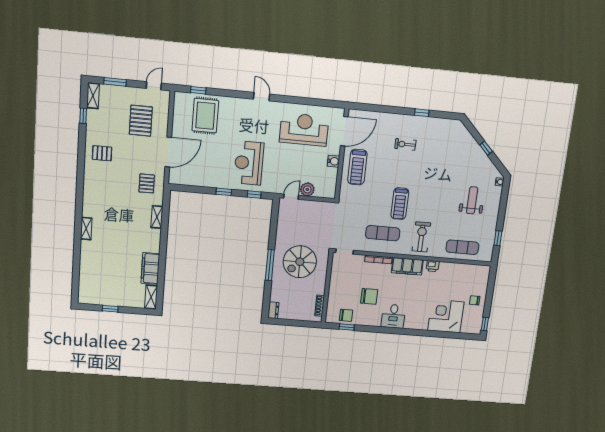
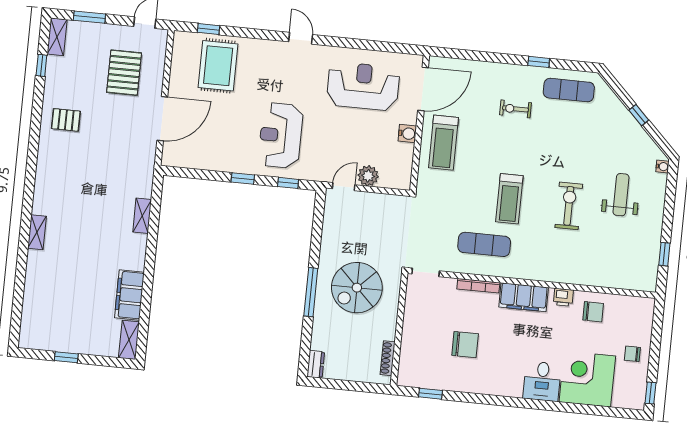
pallet: (147, 183) -> (129, 165), removed
exercise bike: (421, 237) -> (569, 206), moved
exercise mat: (462, 247) -> (569, 90), moved
chair: (346, 315) -> (593, 312), moved
desk: (393, 316) -> (542, 381), moved

